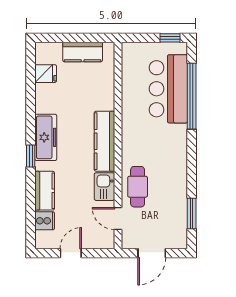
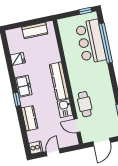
fridge: (46, 74) -> (18, 59), moved
freezer: (46, 137) -> (24, 86), width x0.71
cooker: (45, 221) -> (36, 148), moved

